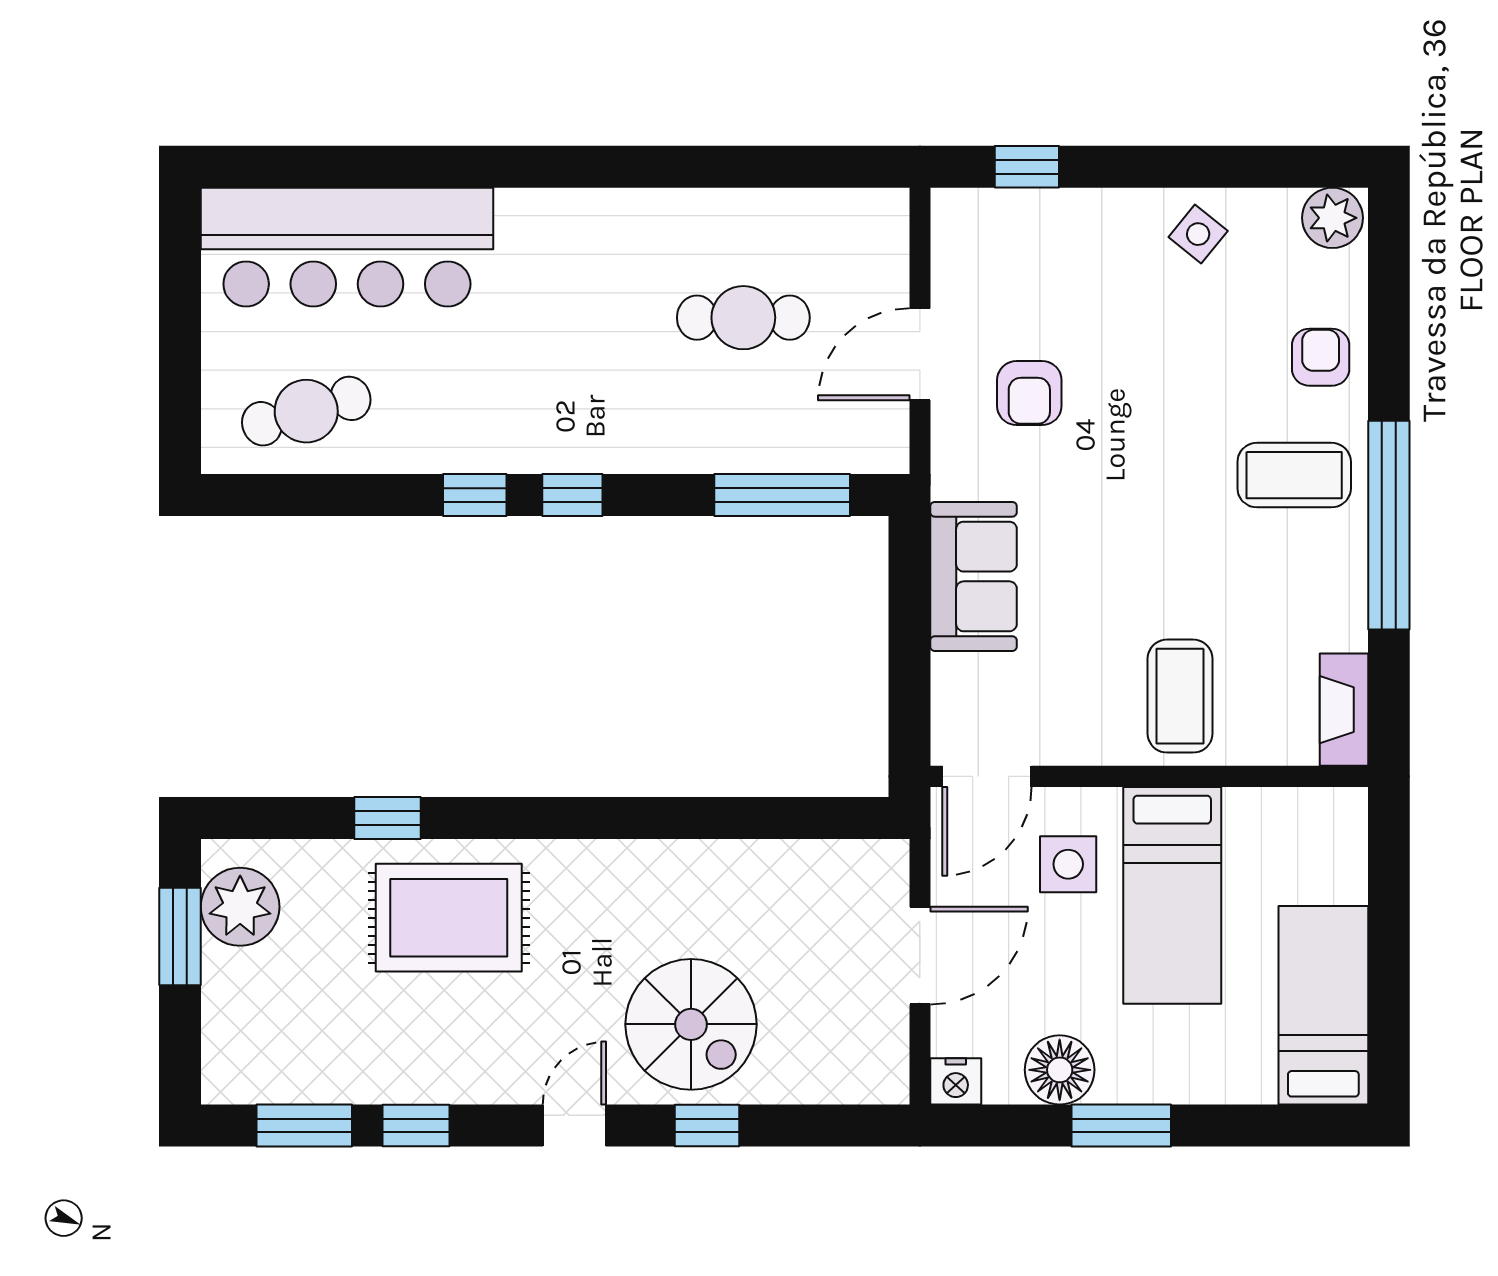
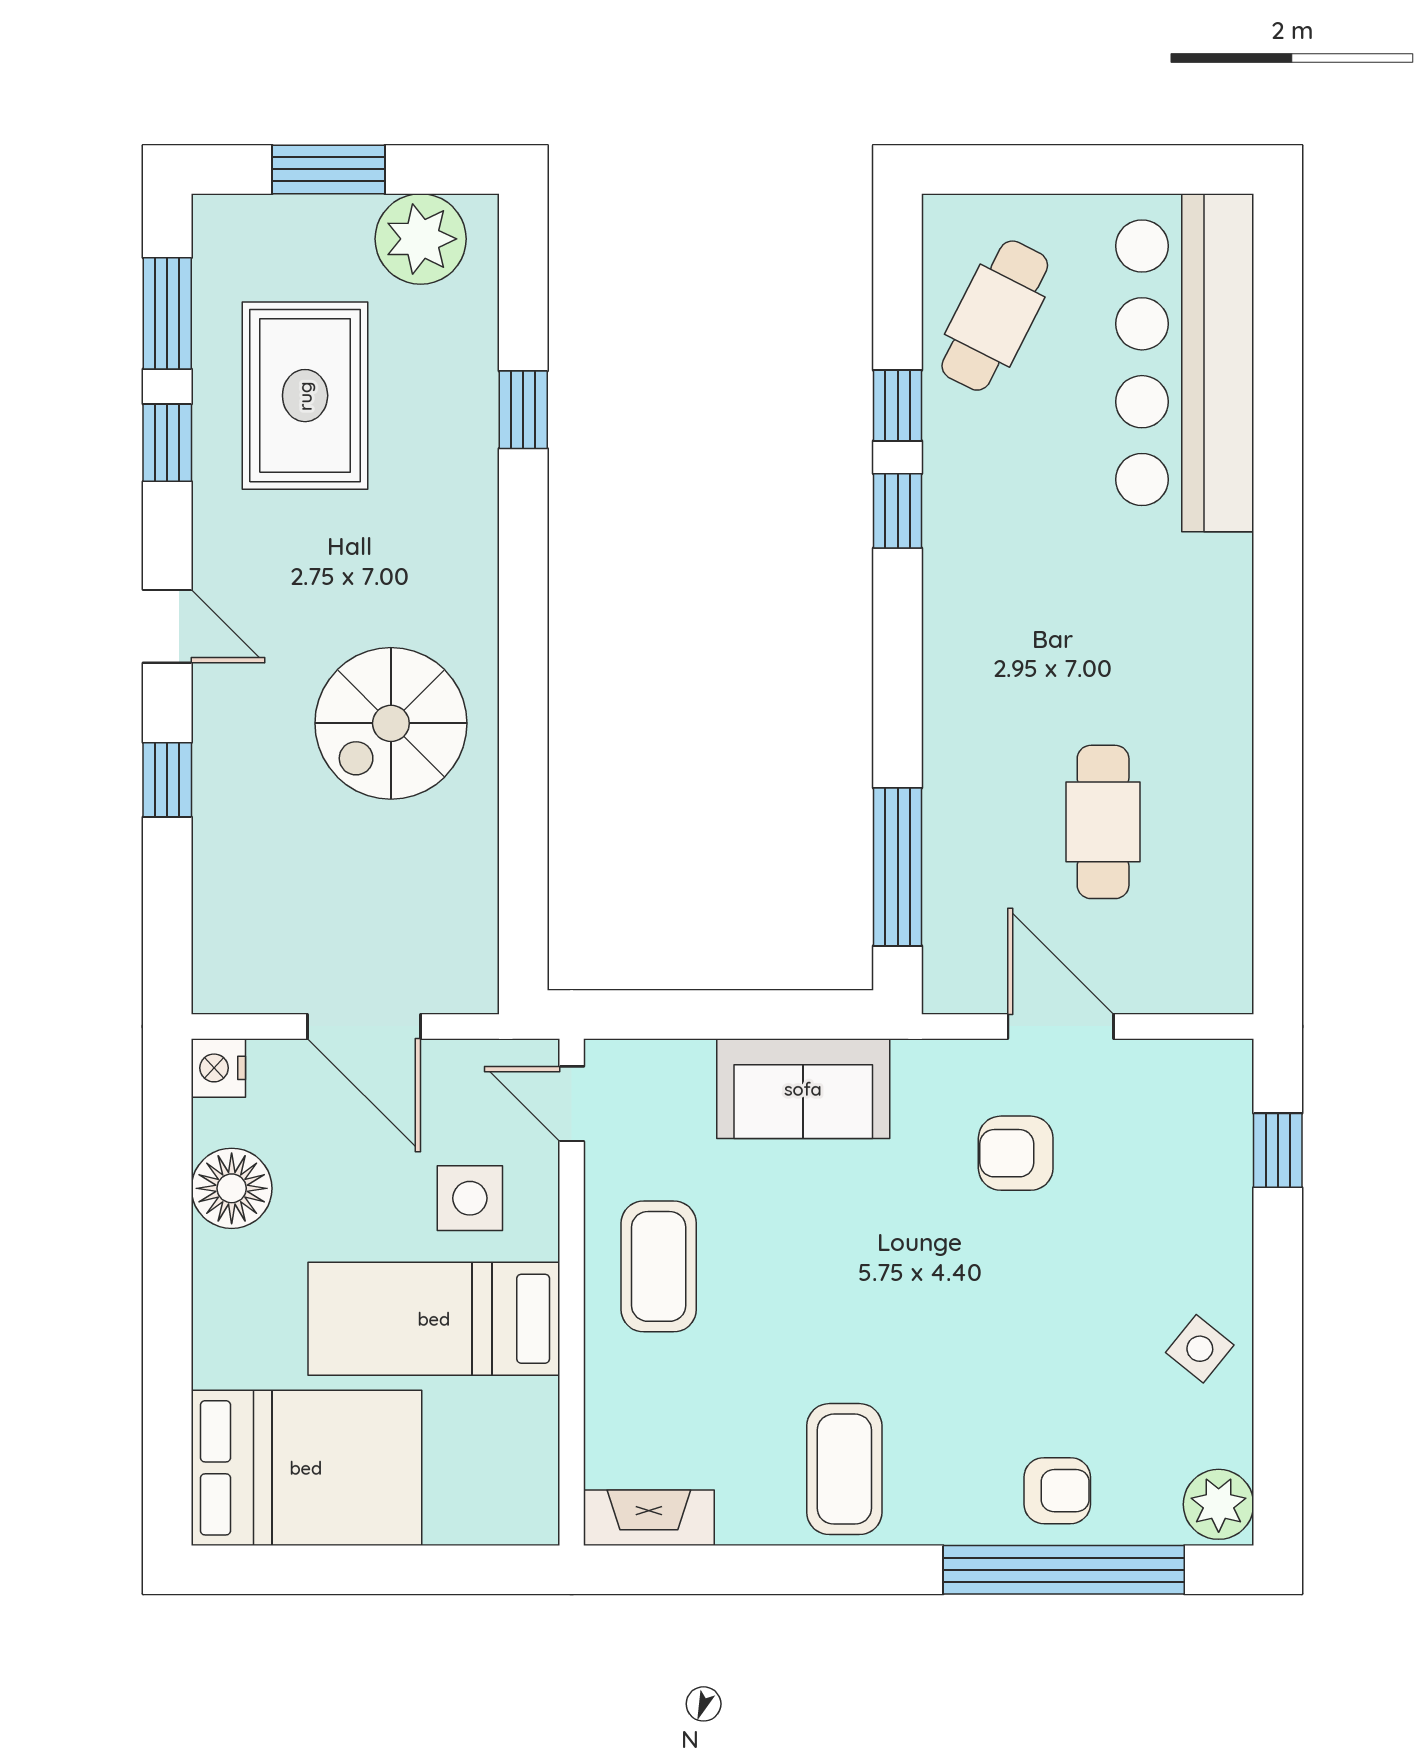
cafe table: (306, 411) -> (995, 316), turned 43
coffee table: (1294, 475) -> (844, 1469), moved
window: (572, 495) -> (898, 406), moved
window: (1389, 525) -> (1064, 1570), moved
coffee table: (1180, 696) -> (659, 1266), moved, turned 90
door: (987, 776) -> (572, 1104), width x0.73
rug: (449, 918) -> (305, 396), moved
window: (180, 936) -> (328, 169), moved
bed: (1323, 1005) -> (306, 1468), width x1.50
spiral stairs: (691, 1024) -> (391, 723), moved
window: (1121, 1126) -> (167, 1260), removed

